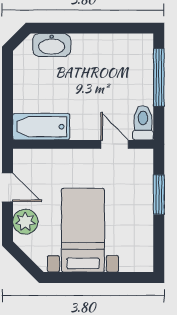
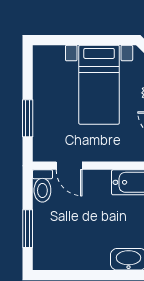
window: (159, 77) -> (28, 229), width x0.69

